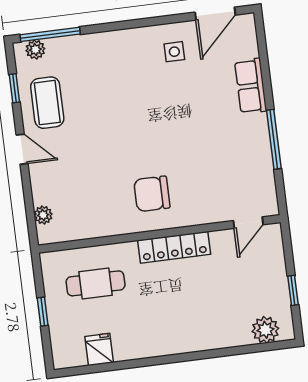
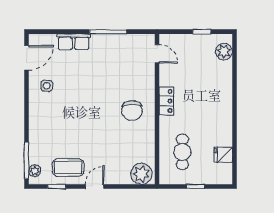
door: (215, 14) -> (27, 58), hinge flipped
plant: (43, 215) -> (141, 174), width x1.88, depth x1.88
locker: (174, 247) -> (166, 101), width x0.66

